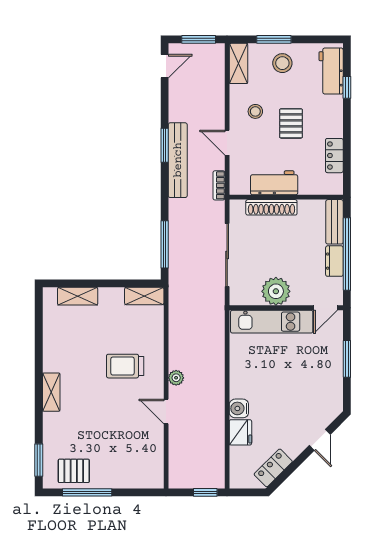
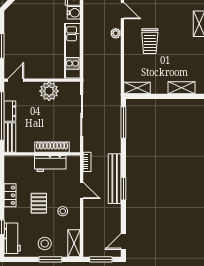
locker: (334, 156) -> (10, 195), moved
kitchen unit: (272, 322) -> (72, 51), moved, turned -90
trolley: (125, 366) -> (150, 41), turned 90

